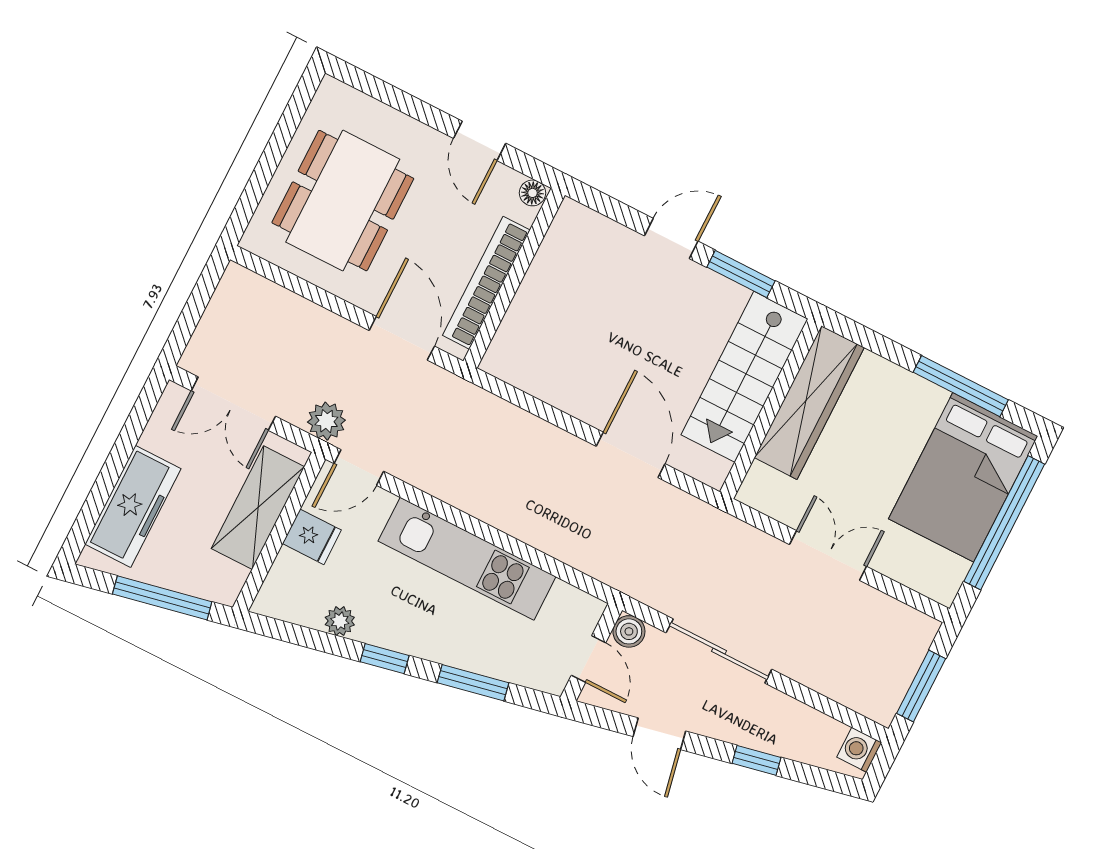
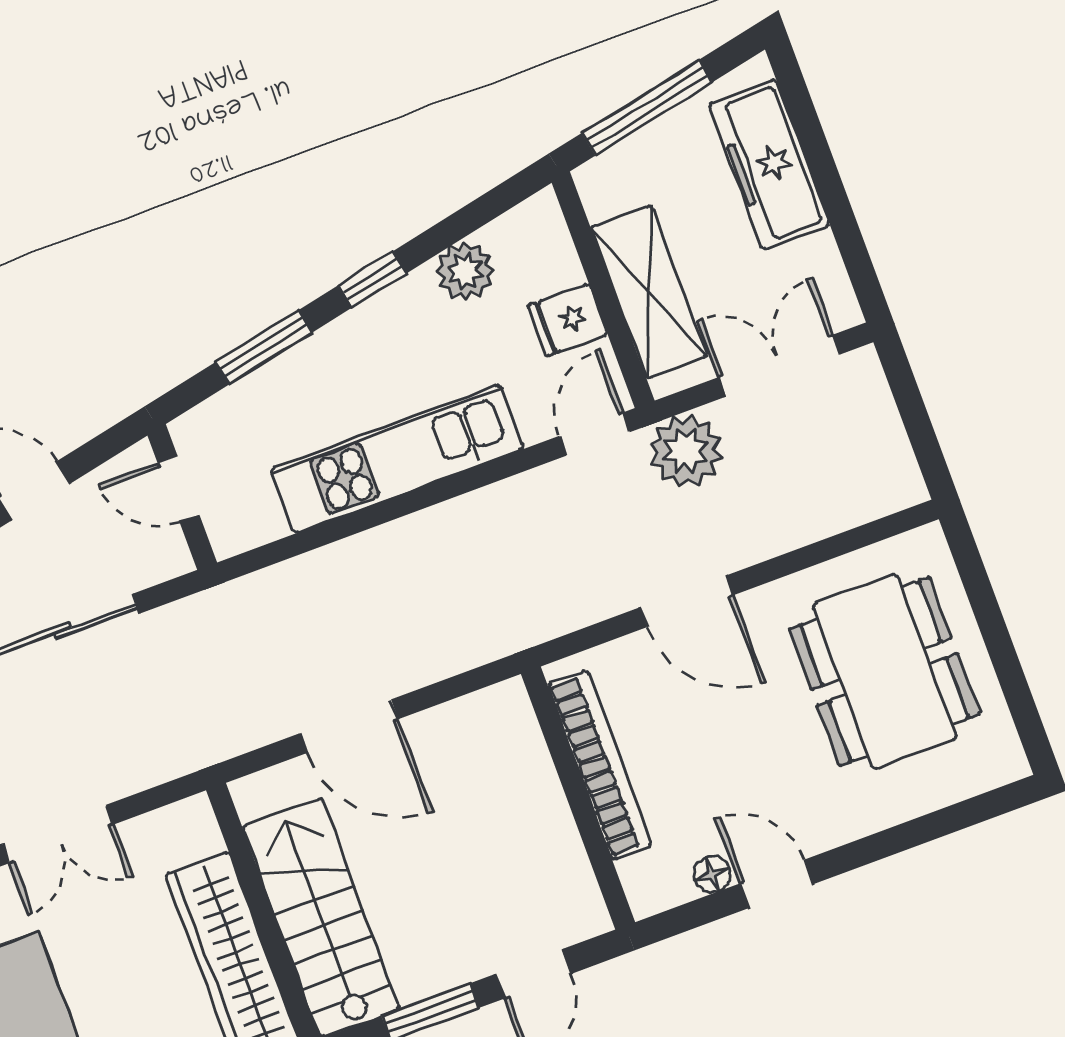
door: (480, 141) -> (776, 884), moved
wall: (514, 278) -> (578, 798), moved
bookcase: (486, 283) -> (600, 765), moved
plant: (326, 421) -> (686, 451), width x1.36, depth x1.36
plant: (340, 621) -> (465, 271), width x1.38, depth x1.38
boiler: (629, 631) -> (169, 557), removed

